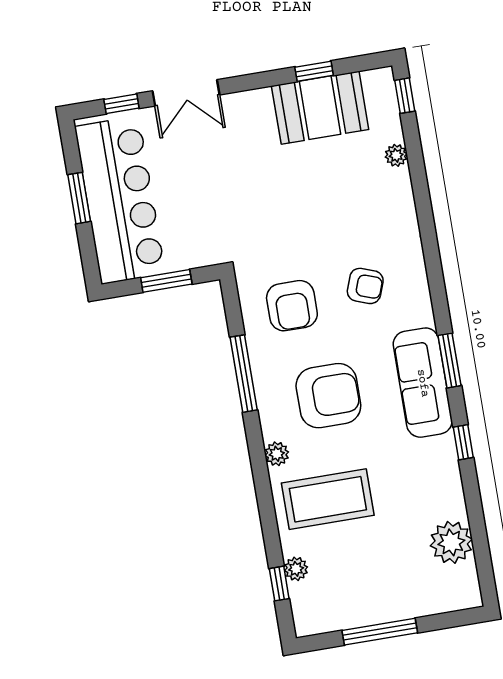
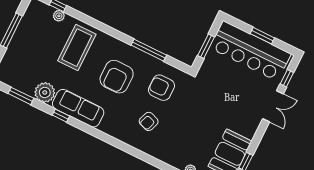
double door: (186, 93) -> (273, 106), swing flipped
window: (450, 361) -> (21, 96), moved
sofa: (423, 383) -> (78, 108), moved
plant: (277, 454) -> (109, 40), removed
plant: (451, 542) -> (45, 92), moved

